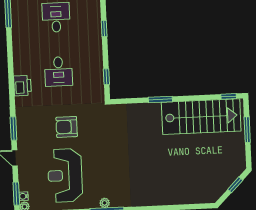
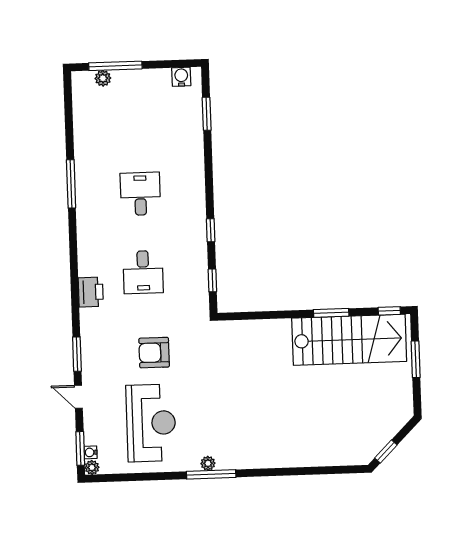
window: (104, 29) -> (211, 230), moved
window: (160, 99) -> (331, 313), moved
reception desk: (65, 175) -> (151, 423), turned 180
window: (235, 185) -> (386, 451), moved

